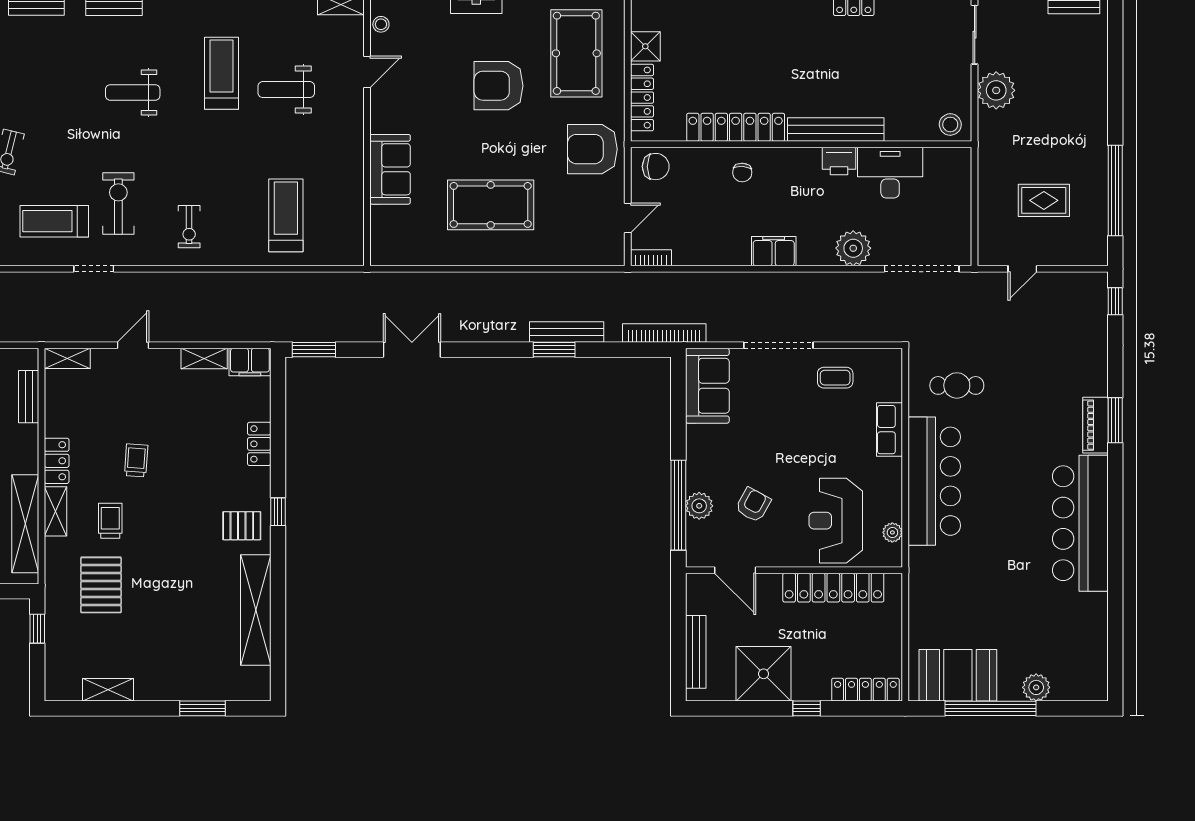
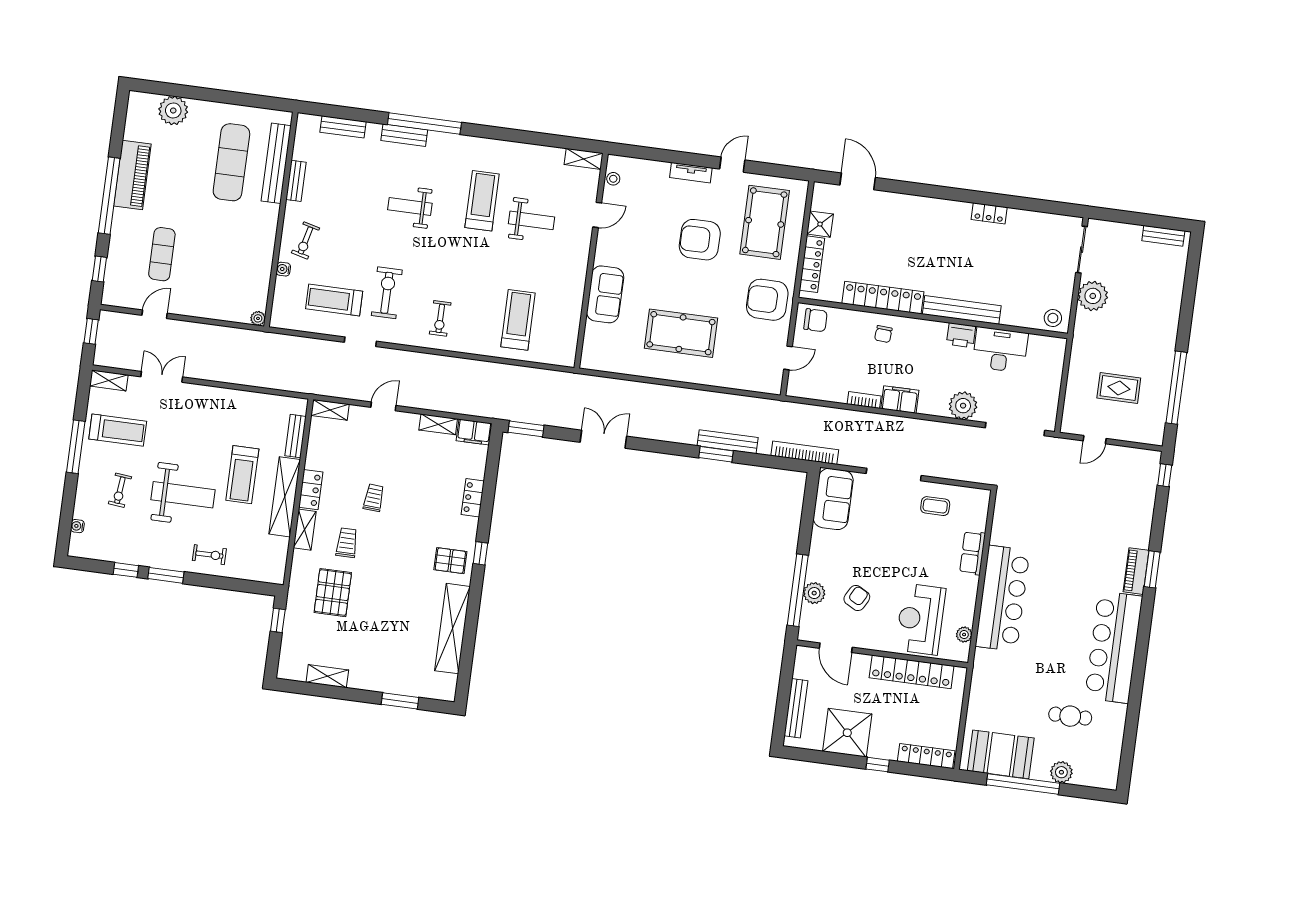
weight bench: (286, 90) -> (532, 220), turned 180
bookcase: (651, 258) -> (864, 400), moved
cafe table: (957, 385) -> (1070, 716), moved
shelving: (25, 524) -> (285, 497), moved

